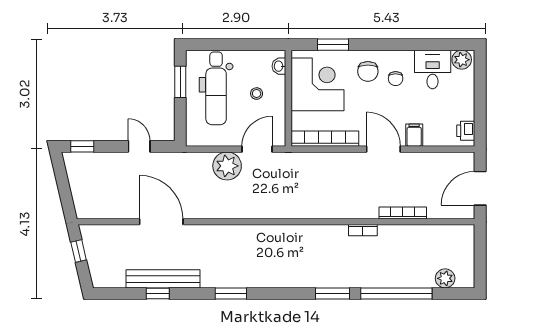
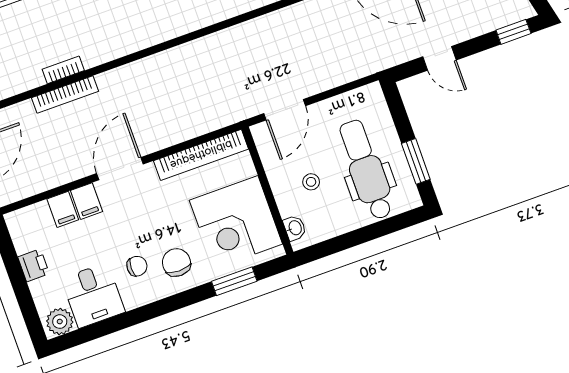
chair: (396, 79) -> (137, 266), turned 90
printer: (466, 131) -> (34, 265), moved
filing cabinet: (432, 135) -> (63, 209), added
door: (383, 149) -> (120, 169), swing flipped
plant: (227, 166) -> (316, 74), removed
bookcase: (363, 230) -> (63, 70), moved

